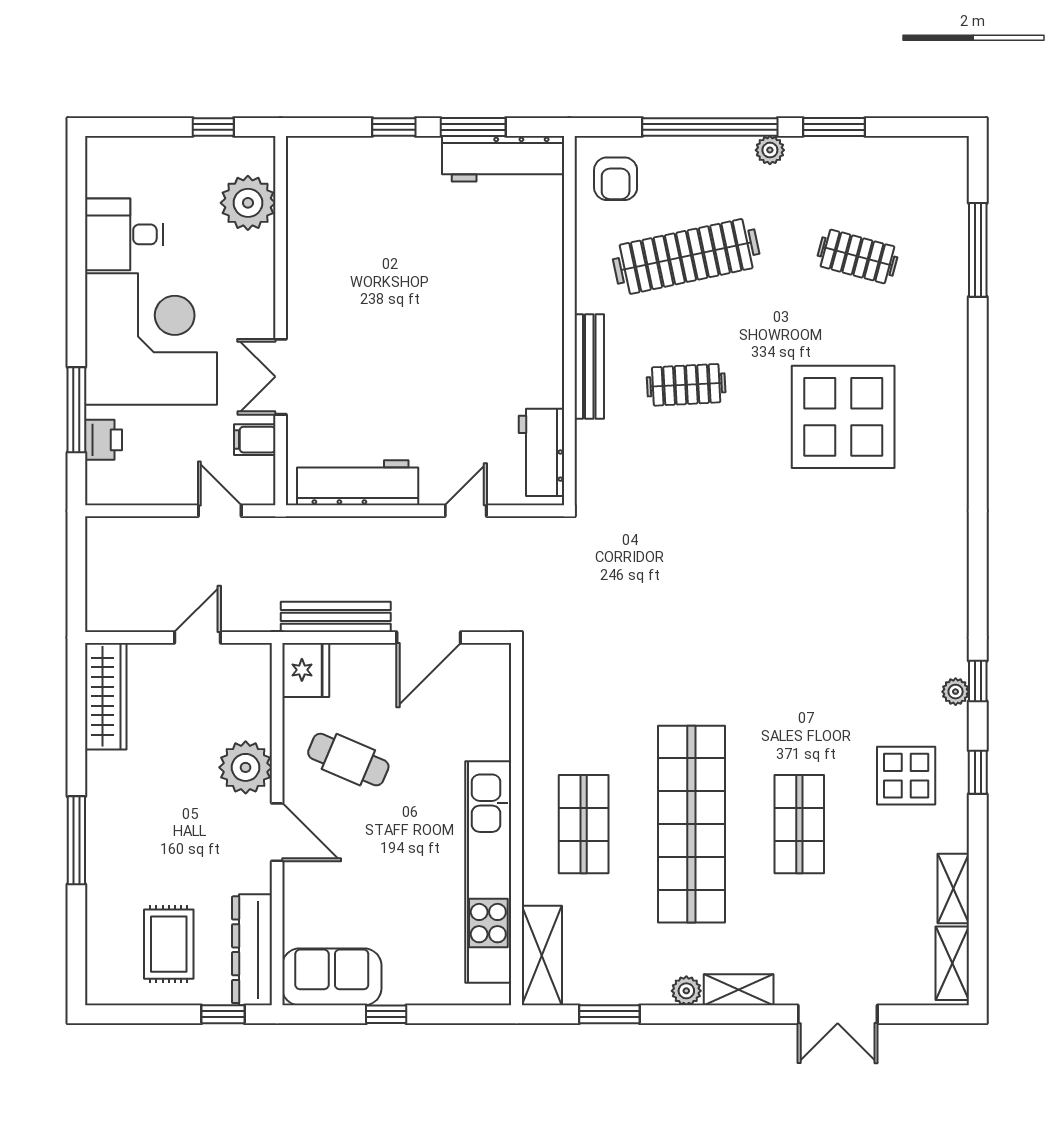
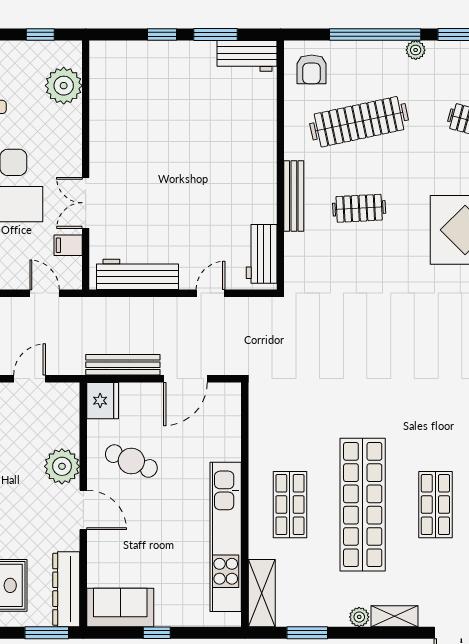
workbench: (503, 159) -> (247, 56), width x0.73
window: (223, 1014) -> (47, 633), width x1.50

